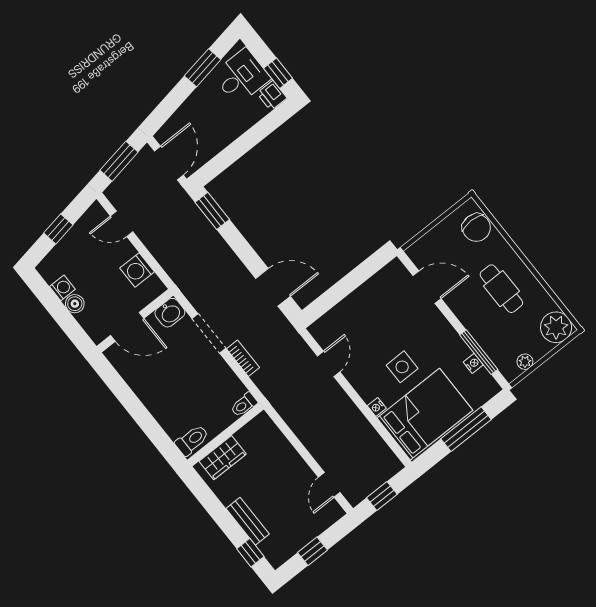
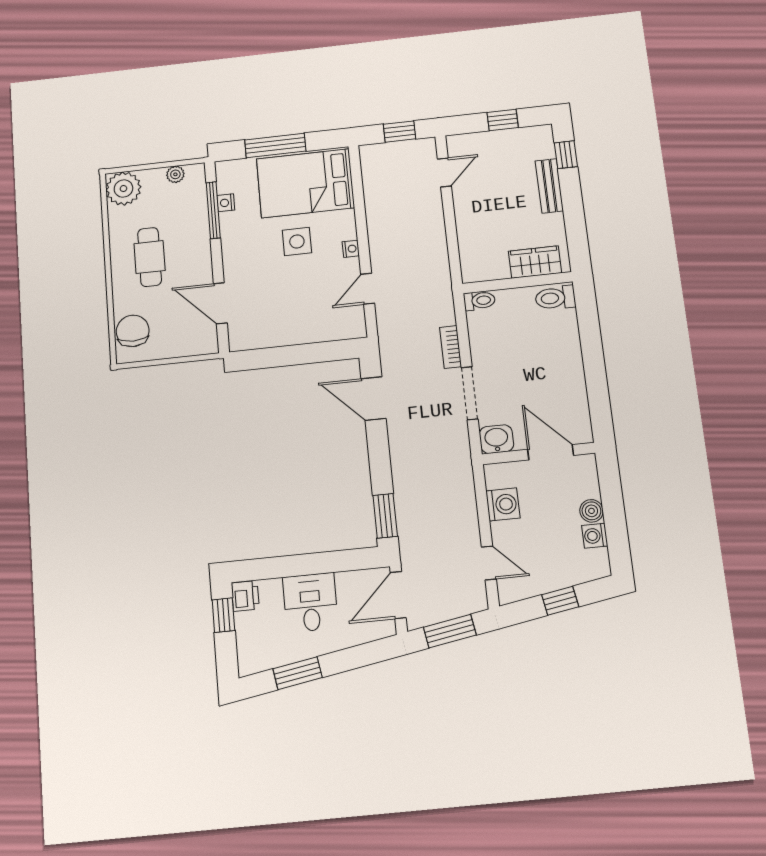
desk: (241, 76) -> (310, 602), moved, turned 90
nightstand: (377, 407) -> (351, 249), moved

